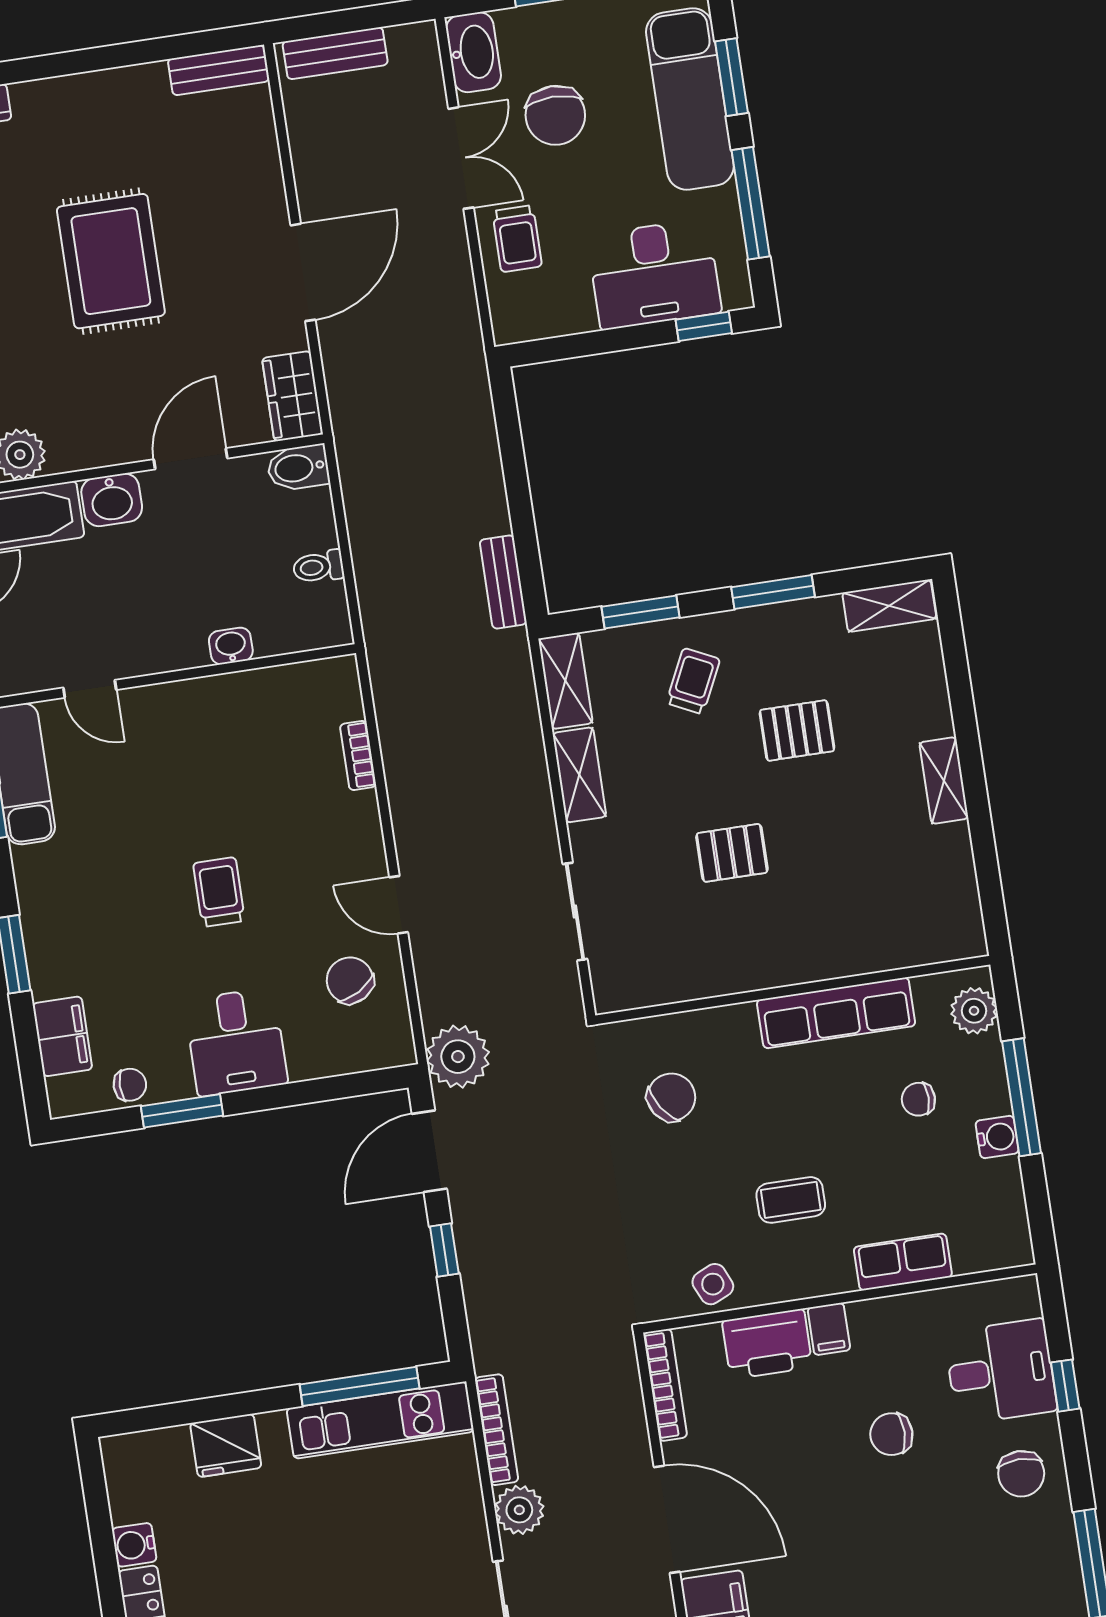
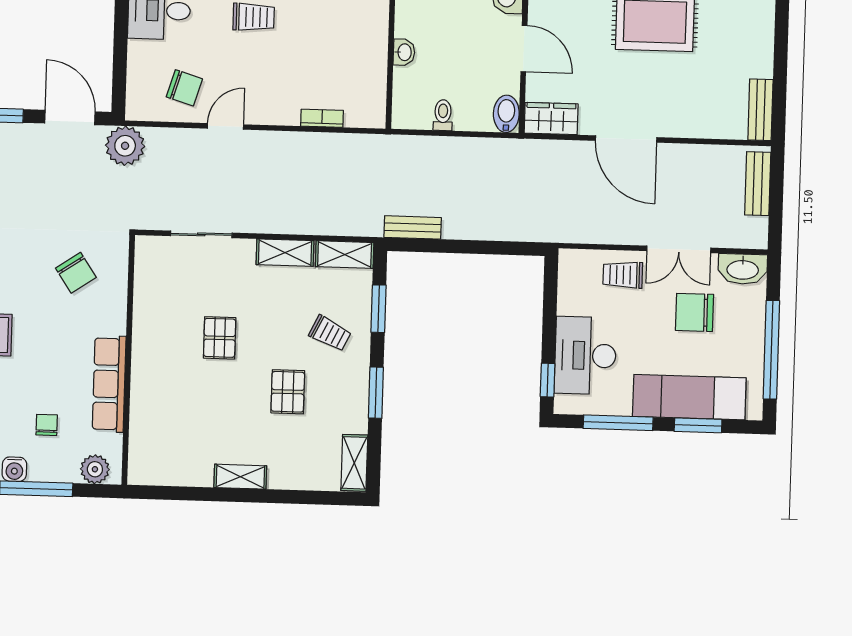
chair: (350, 980) -> (184, 88), turned 47

